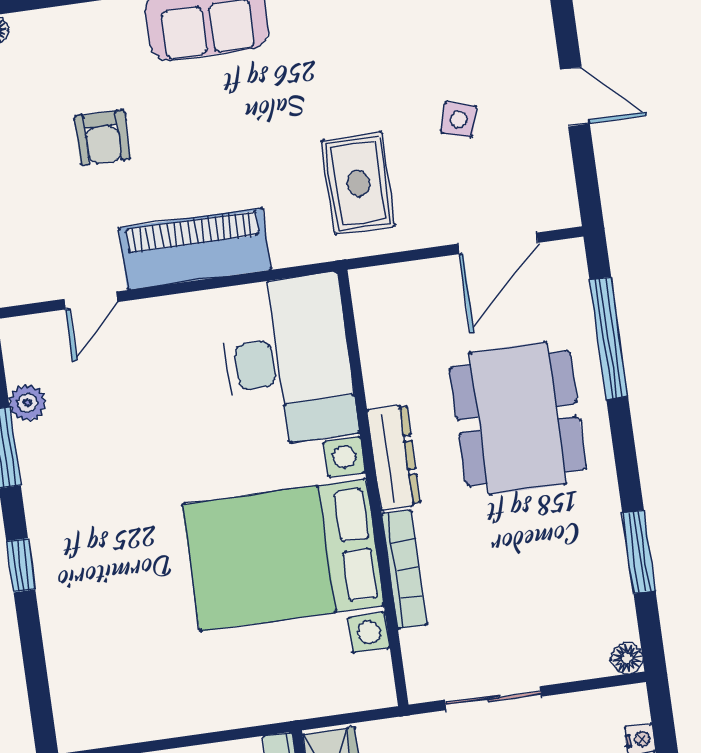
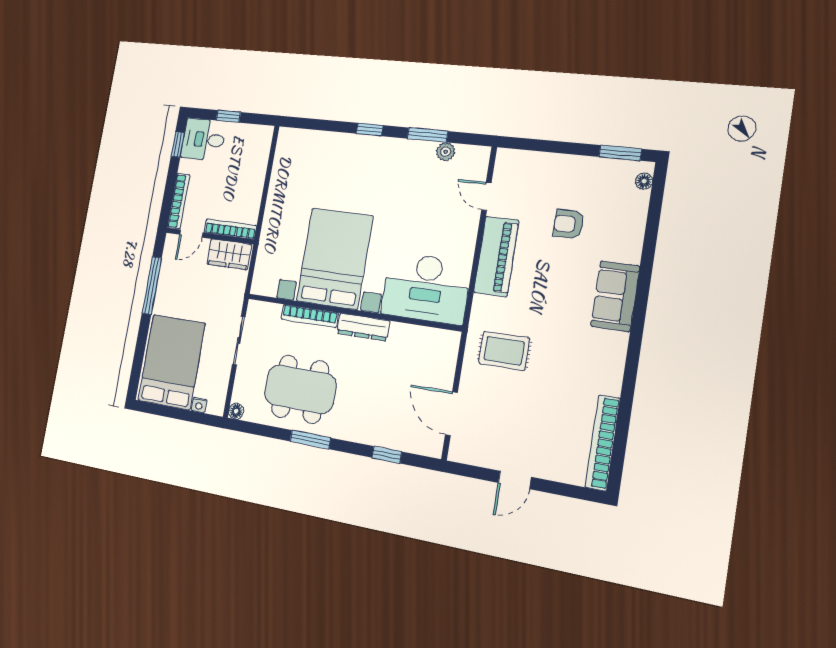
side table: (459, 120) -> (521, 414), removed
window: (609, 338) -> (387, 455), width x0.46
dining table: (518, 418) -> (300, 389), moved
window: (639, 552) -> (310, 440), moved

